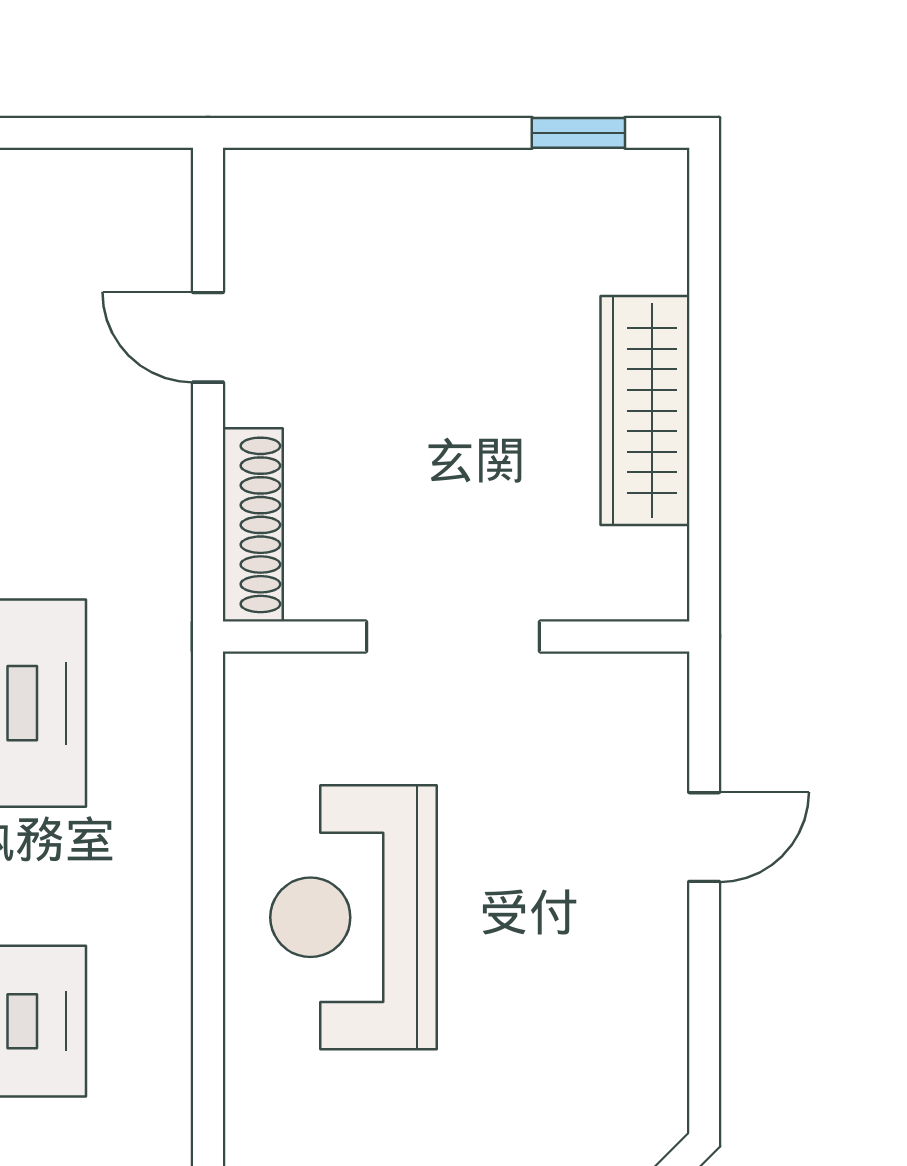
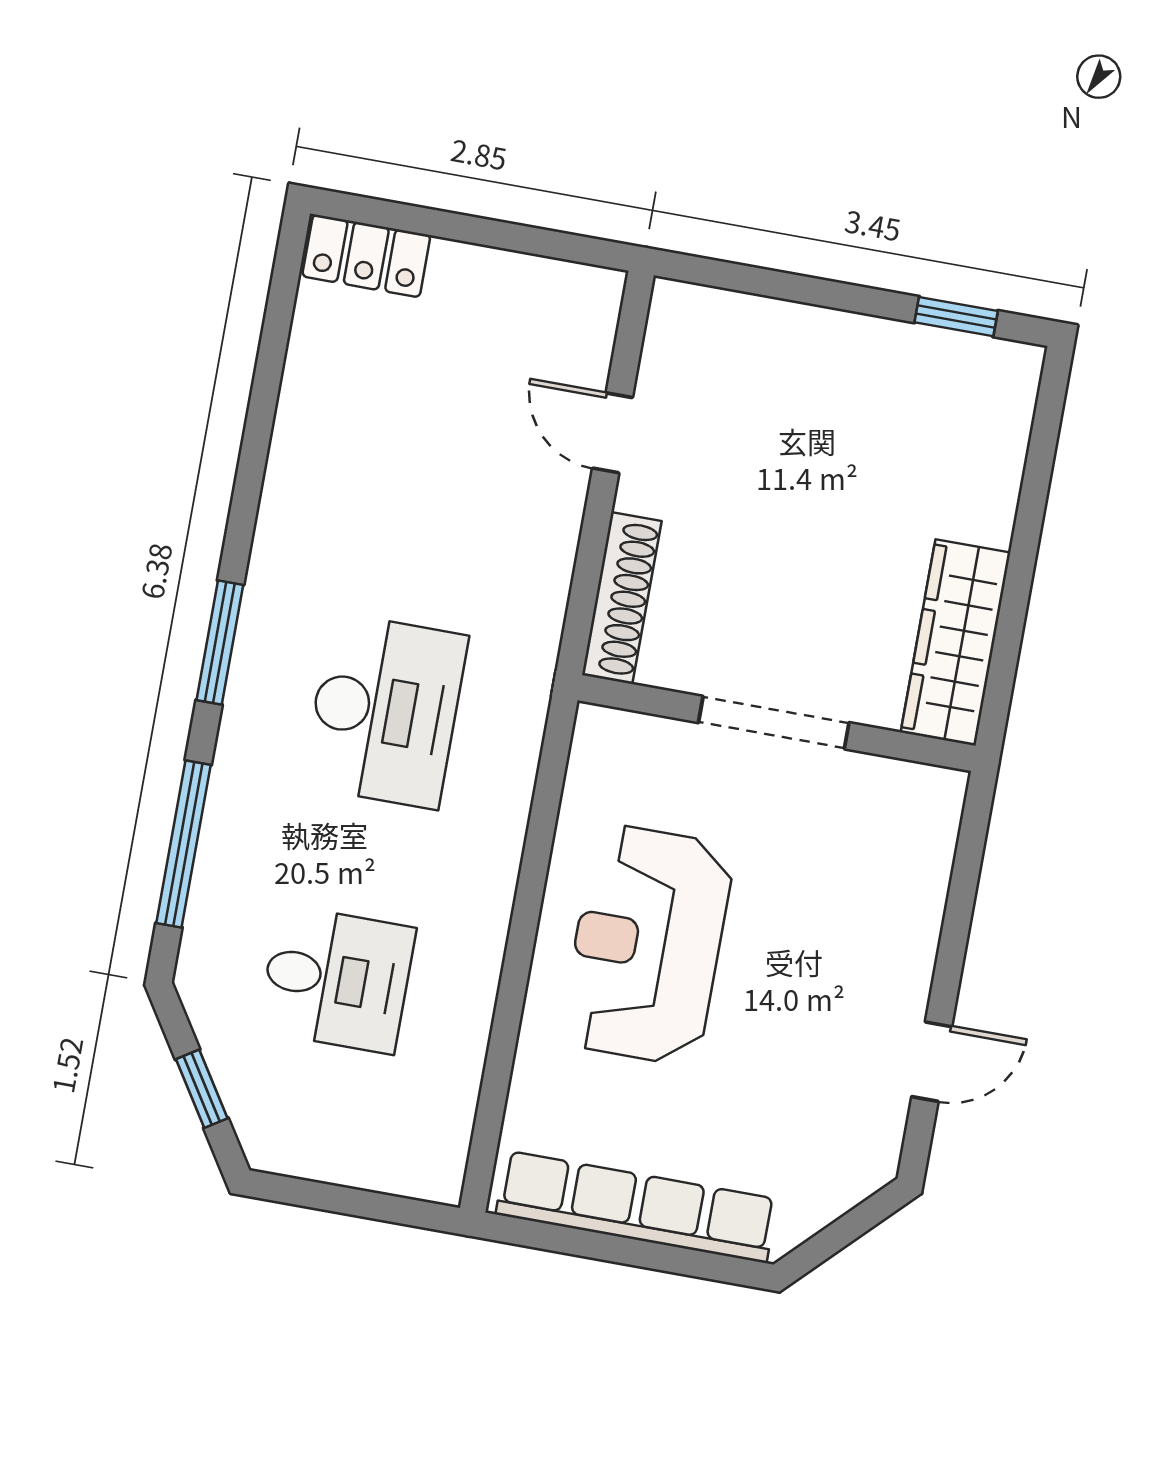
wardrobe: (645, 411) -> (956, 643), moved
door: (704, 837) -> (932, 1062), moved

